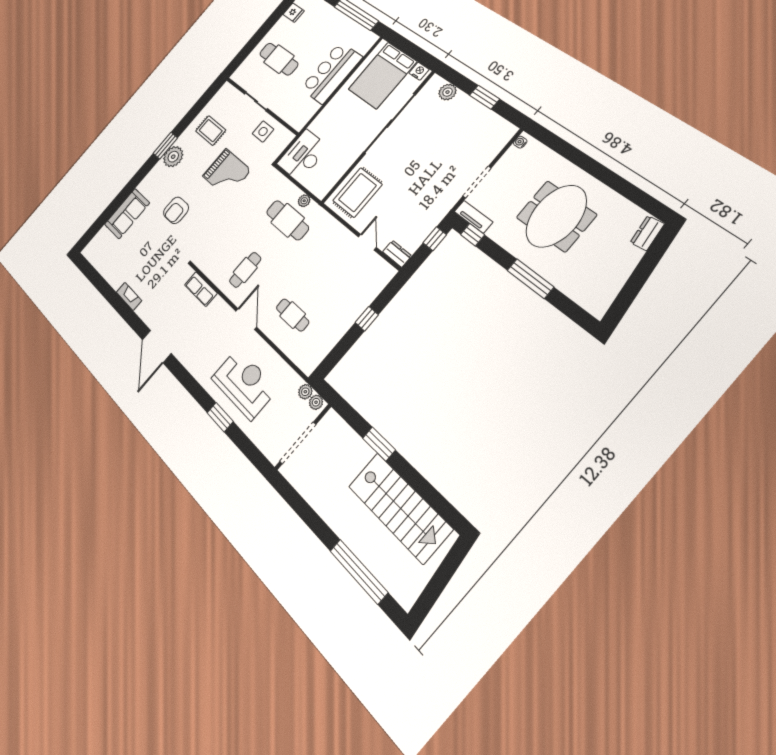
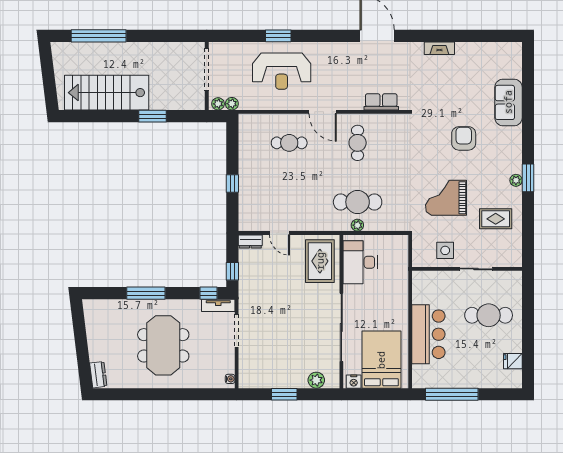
desk: (303, 155) -> (360, 262), moved, turned 180
plant: (173, 157) -> (516, 180), width x0.53, depth x0.53

